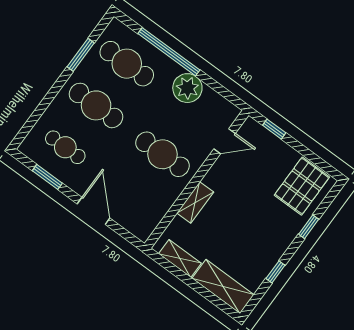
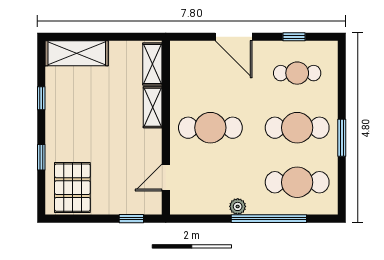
window: (81, 55) -> (342, 138), moved
plant: (187, 88) -> (238, 206), width x0.53, depth x0.53
window: (47, 177) -> (294, 37), width x0.67
shelving: (180, 258) -> (152, 64), moved, turned 90

